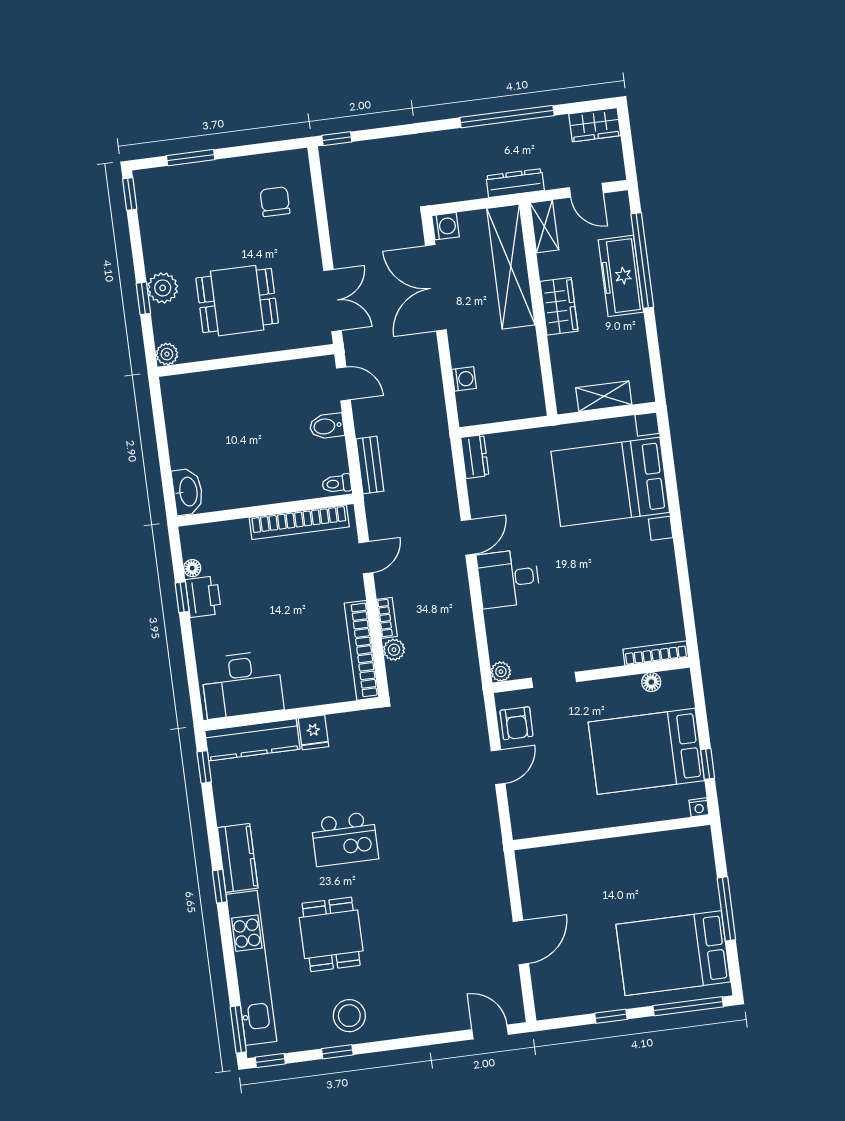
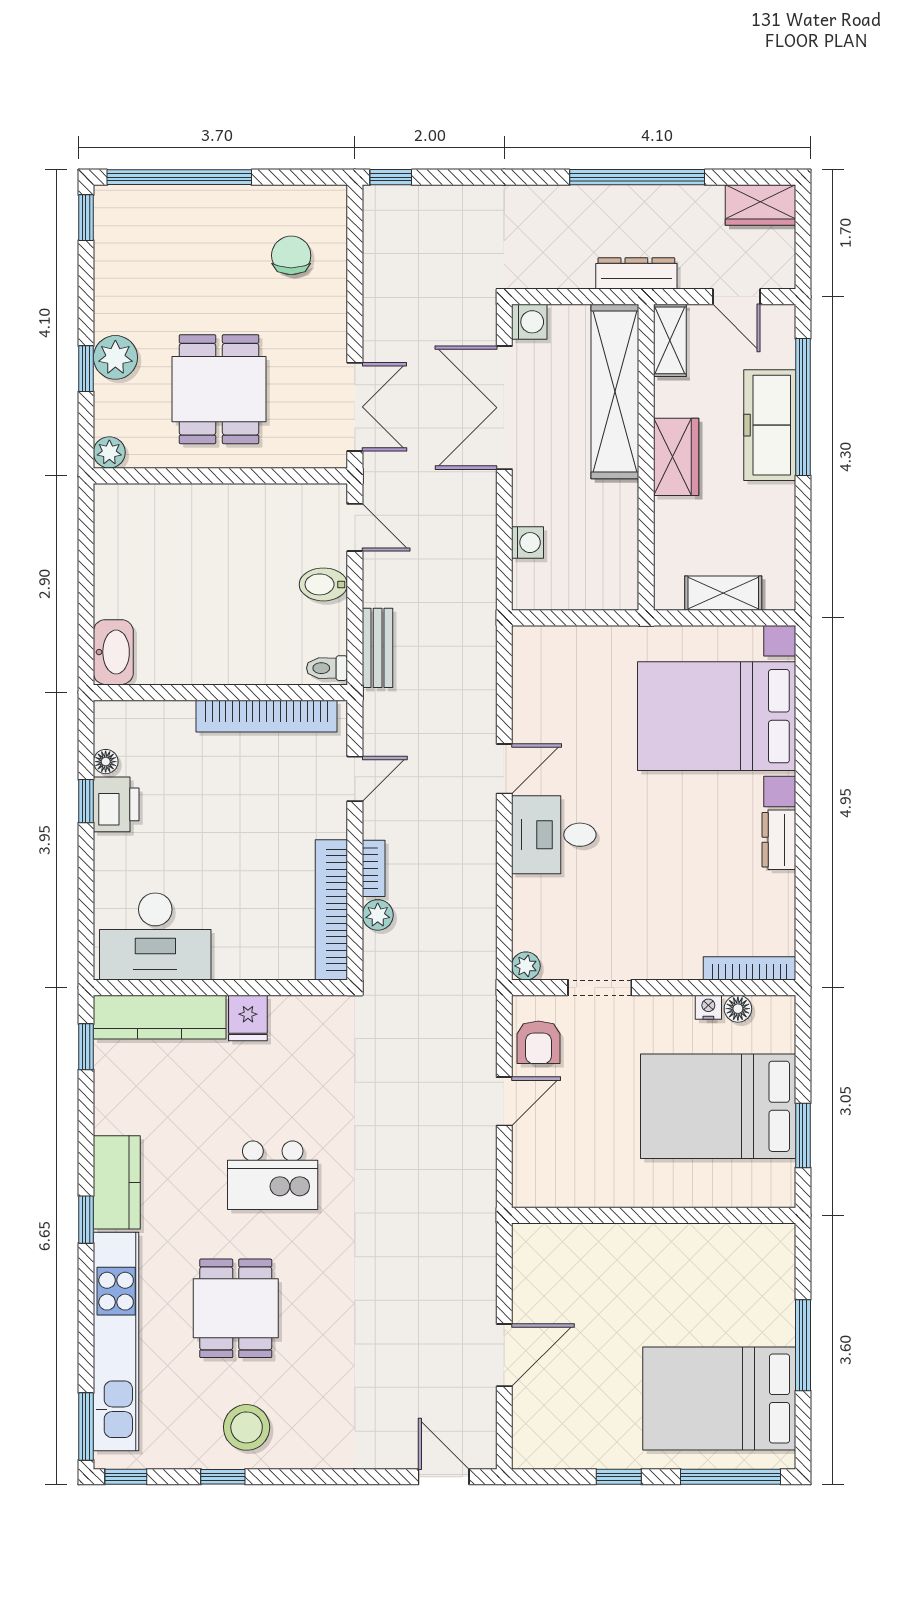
window: (191, 158) -> (179, 177), width x2.11
dining table: (237, 301) -> (219, 389), turned 90
dresser: (475, 457) -> (779, 840), moved, turned 180
window: (708, 764) -> (803, 1135), width x1.50
nightstand: (699, 807) -> (708, 1007), moved, turned 180

